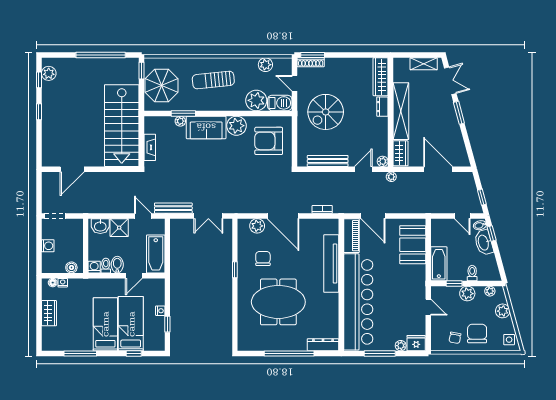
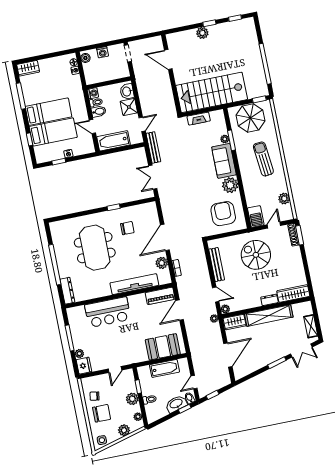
plant: (49, 73) -> (202, 33), moved
plant: (256, 100) -> (254, 197), removed
plant: (257, 226) -> (162, 263), moved
bathtub: (439, 264) -> (165, 368), moved
boiler: (71, 267) -> (85, 58), moved
bar counter: (358, 302) -> (108, 312), width x0.54
wardrobe: (49, 313) -> (28, 68), moved

